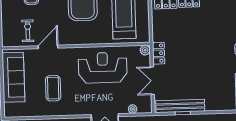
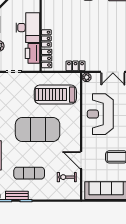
locker: (159, 53) -> (75, 66), moved

